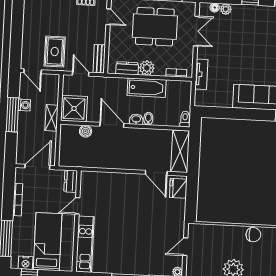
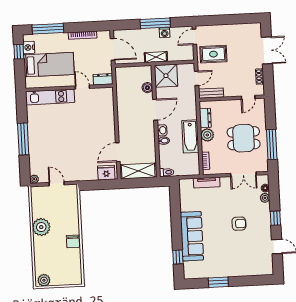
dining table: (155, 27) -> (244, 138), width x0.73
armchair: (252, 42) -> (239, 224), added

